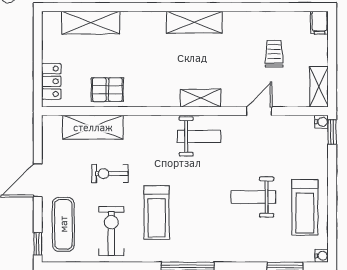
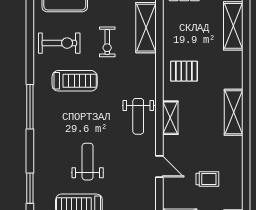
pallet: (107, 90) -> (184, 71), moved, turned 90
exercise bike: (110, 174) -> (107, 42), turned 180
treadmill: (157, 213) -> (75, 81), turned 180

